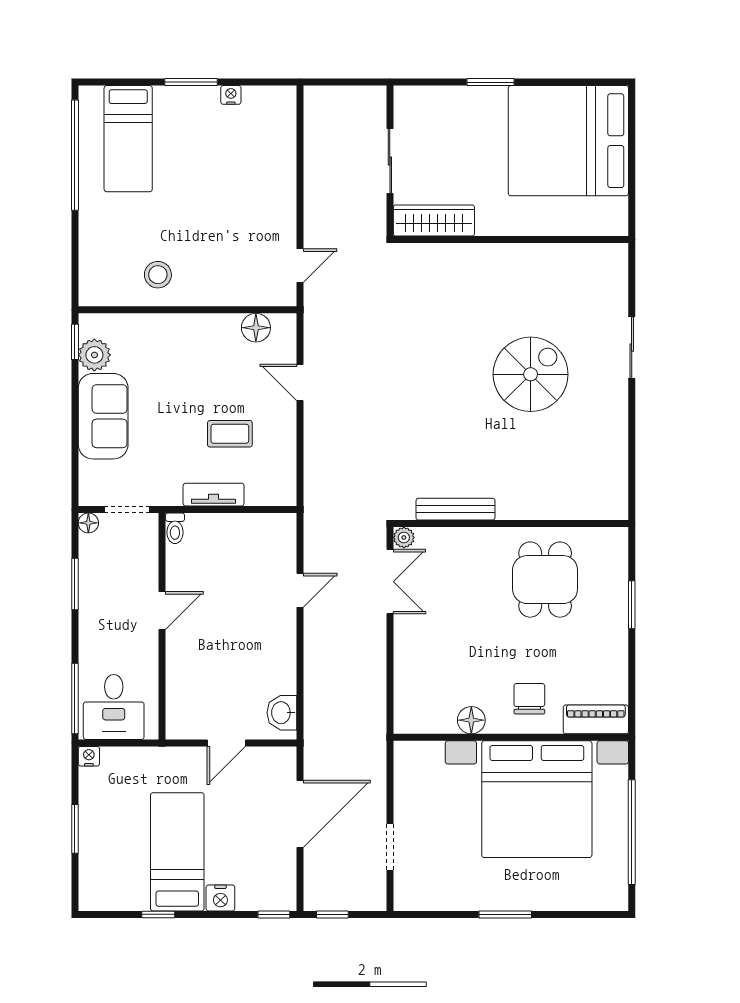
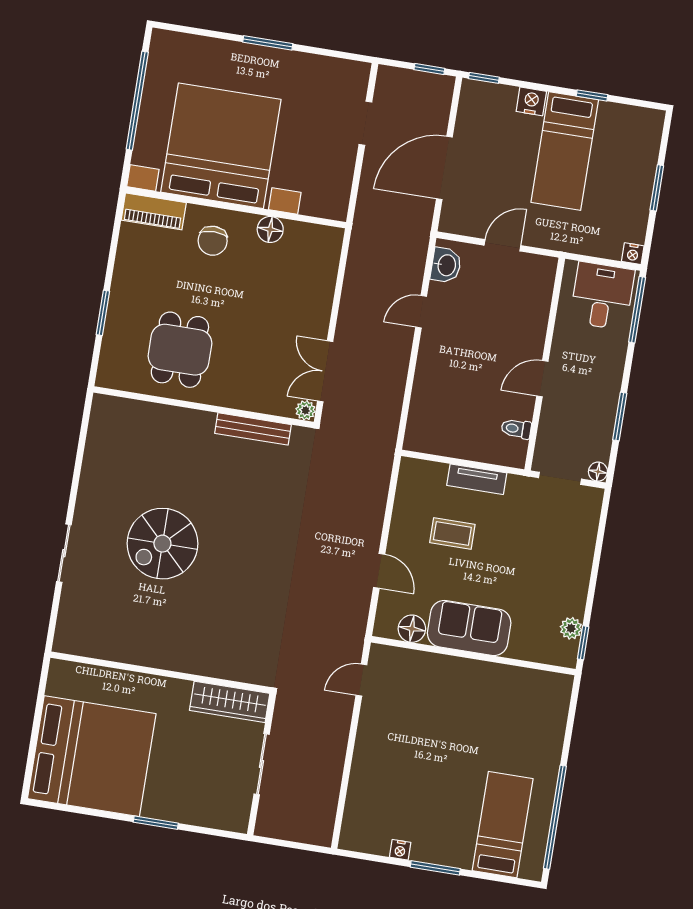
stool: (158, 275) -> (495, 693), removed
plant: (94, 355) -> (571, 628), width x0.73, depth x0.73
sofa: (103, 416) -> (469, 628), moved, turned 90
toilet: (175, 528) -> (516, 429), moved, turned -90
door: (300, 590) -> (421, 312), moved

